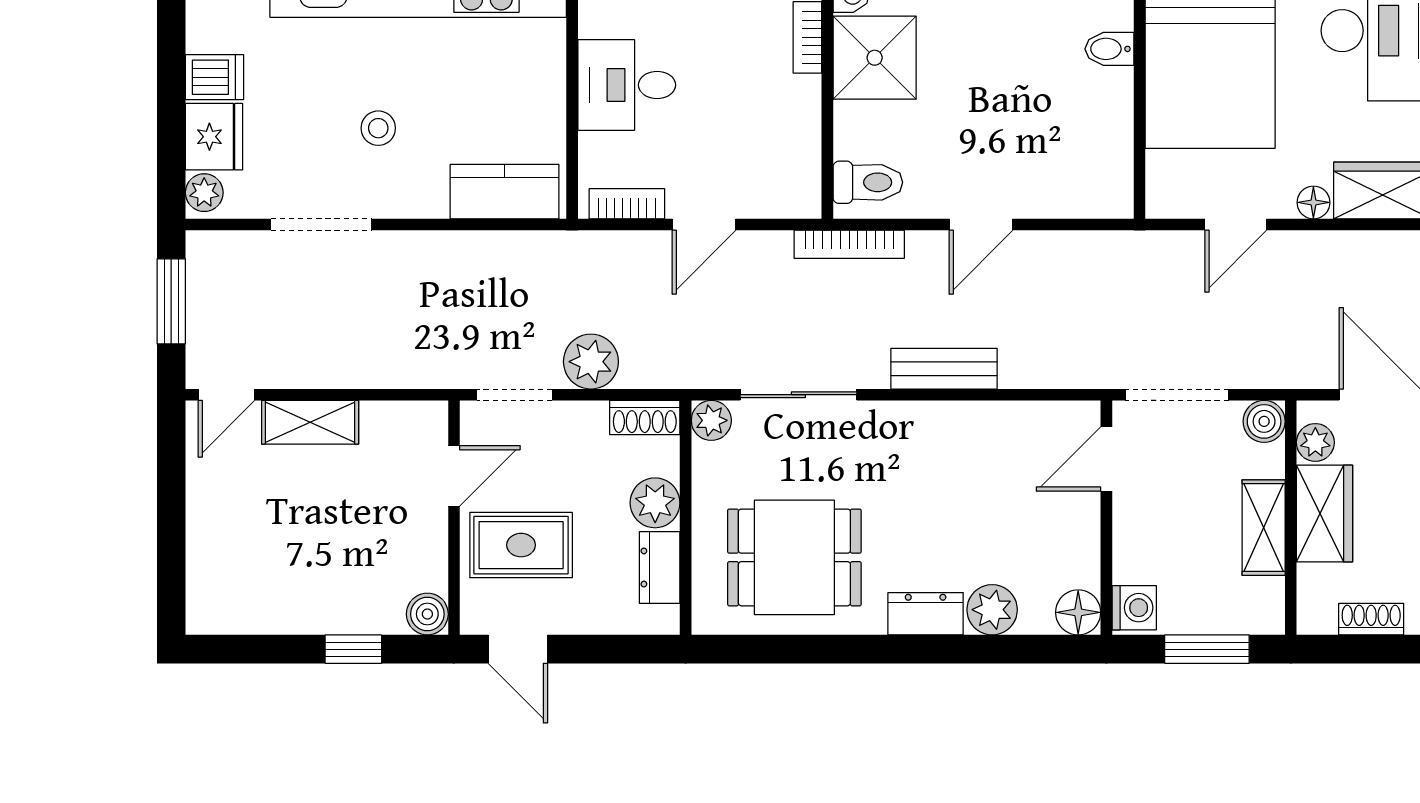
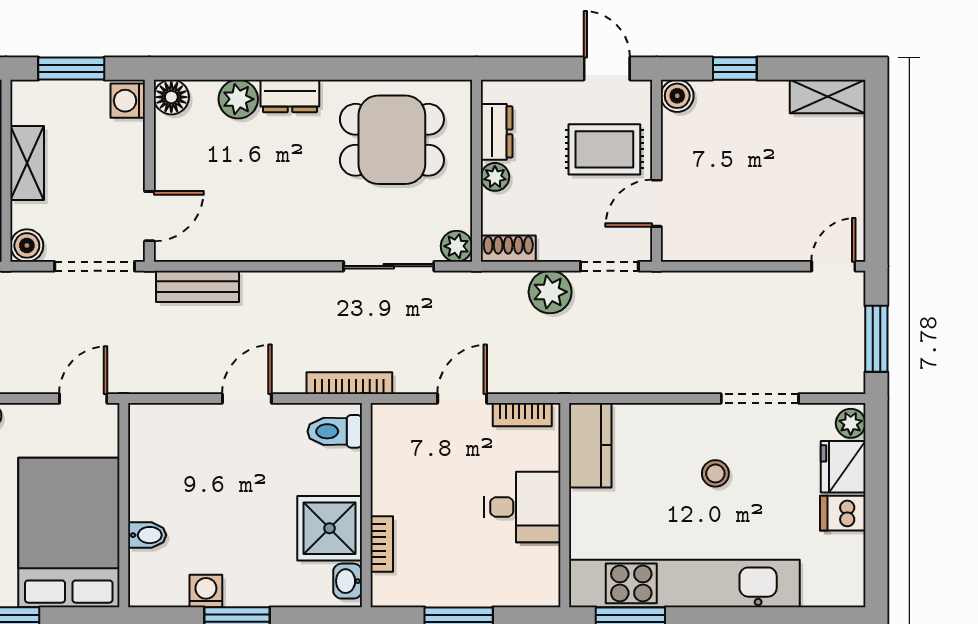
kitchen counter: (505, 192) -> (590, 445), moved, turned -90
door: (1236, 225) -> (83, 399), moved
bench: (944, 369) -> (198, 286), moved
shelving: (310, 422) -> (828, 97), moved
plant: (655, 503) -> (495, 177), width x0.73, depth x0.73

